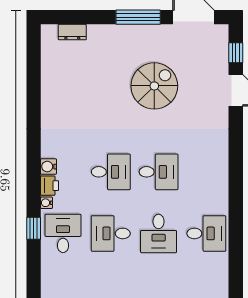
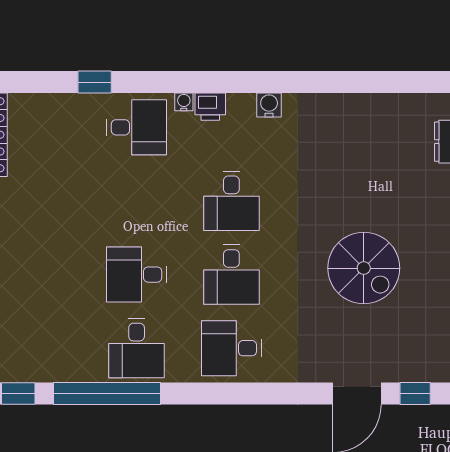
water cooler: (48, 167) -> (269, 105), moved
window: (34, 228) -> (95, 82), moved
desk: (111, 233) -> (231, 348), moved, turned -90
window: (236, 253) -> (107, 393), added

